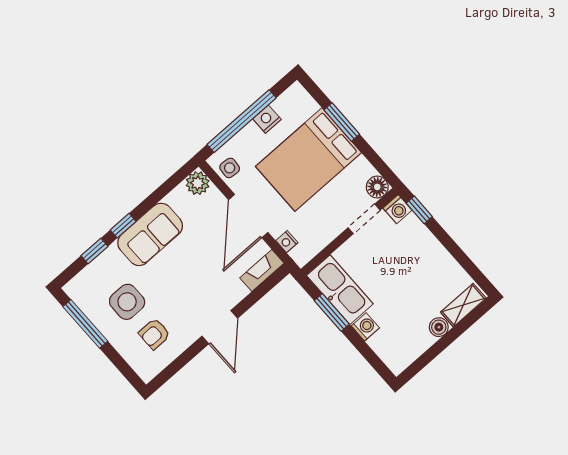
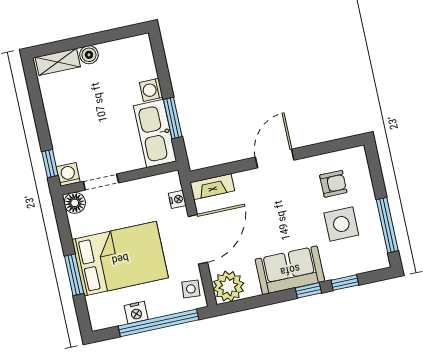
plant: (198, 183) -> (228, 286), width x1.36, depth x1.36

